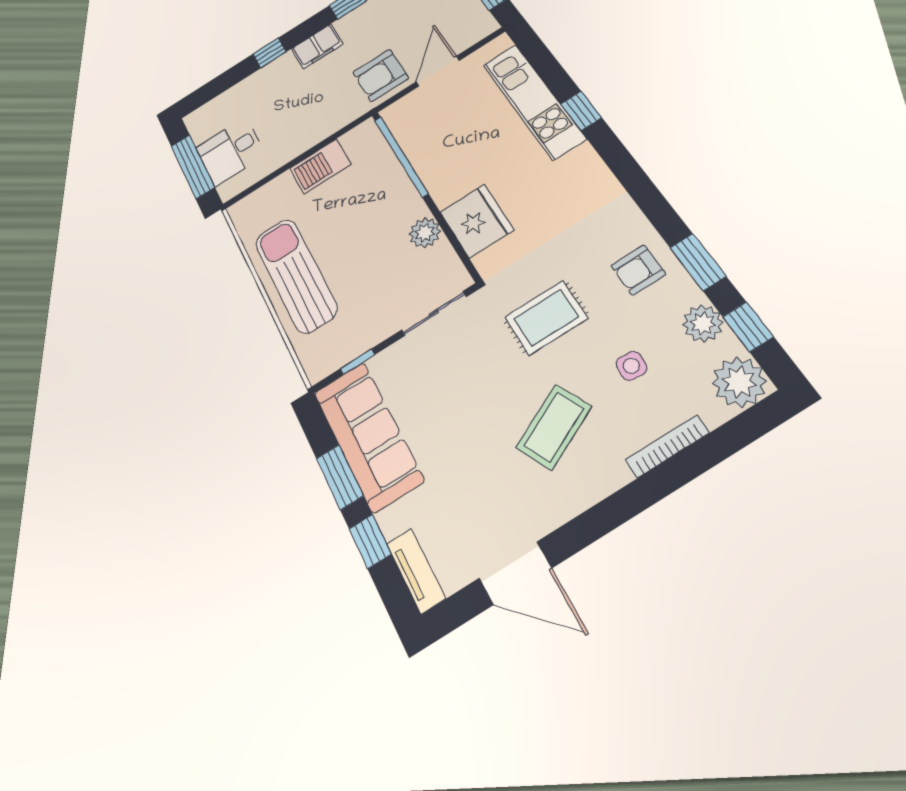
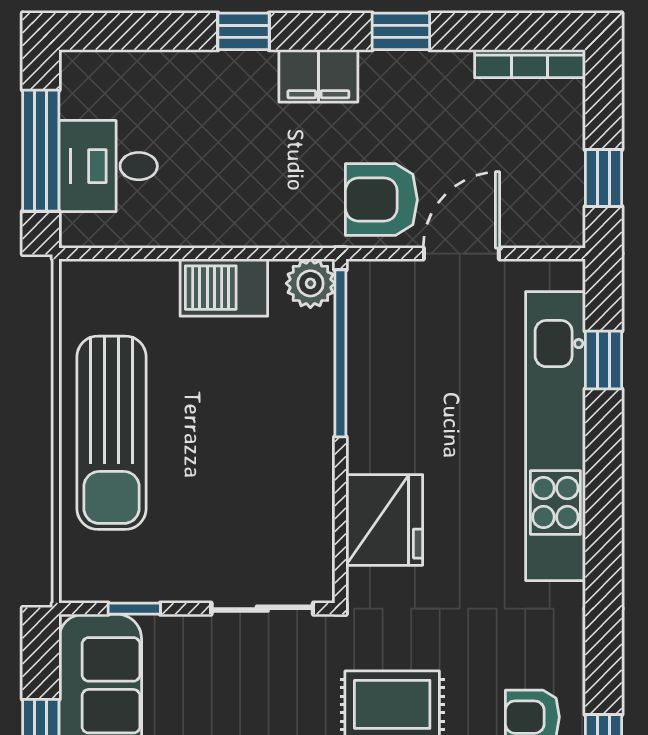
kitchen unit: (534, 101) -> (555, 436), width x1.36
window: (581, 111) -> (603, 360), moved
plant: (425, 233) -> (310, 283), moved
sun lounger: (296, 275) -> (112, 433), turned 180

